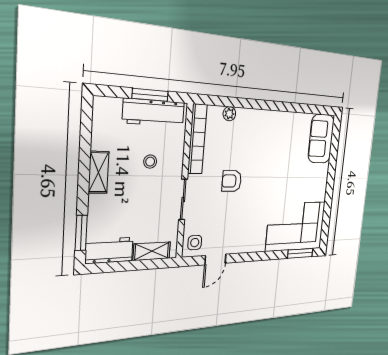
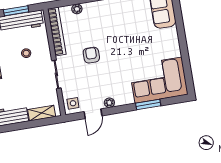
armchair: (232, 181) -> (91, 55), turned 90
plant: (237, 247) -> (109, 103), added
window: (300, 253) -> (148, 105), moved

